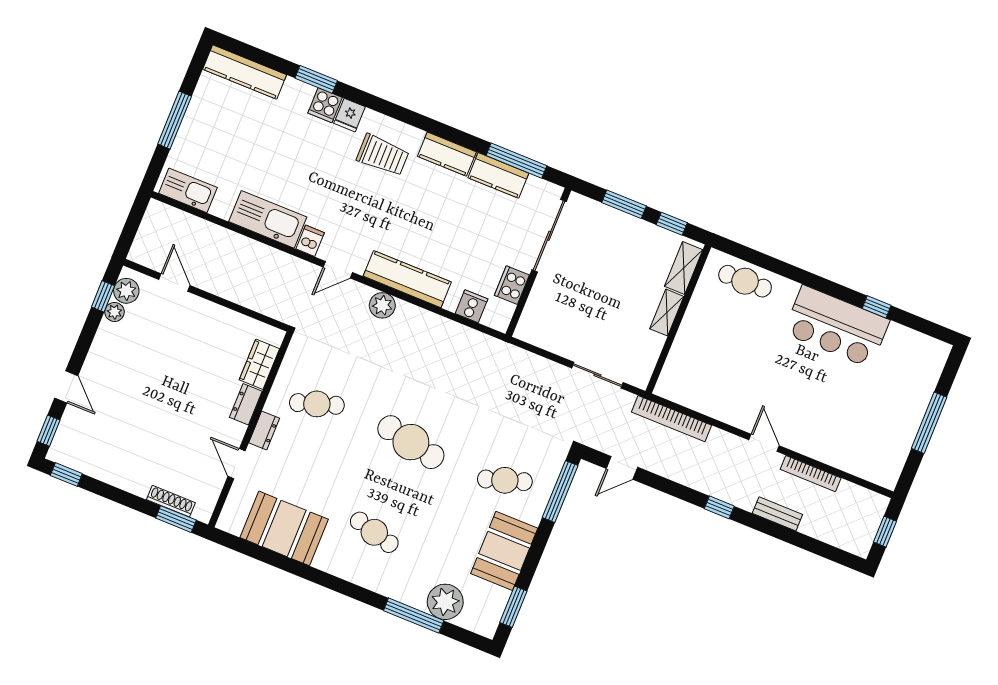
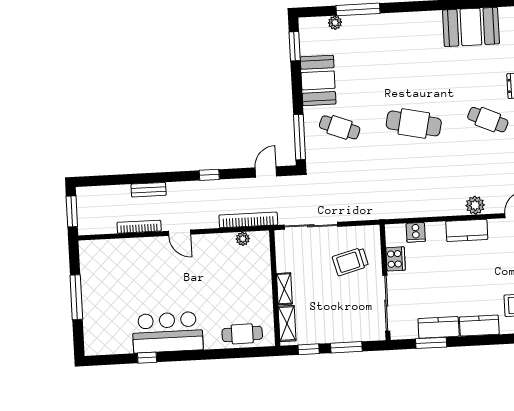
window: (516, 161) -> (431, 343), width x0.69
kitchen counter: (407, 279) -> (467, 230), width x0.67
trolley: (569, 308) -> (350, 262), added
sliding door: (598, 375) -> (311, 226), width x1.37
plant: (689, 399) -> (243, 239), added
cafe table: (317, 404) -> (488, 120), turned 42
cafe table: (505, 480) -> (340, 127), turned 39
window: (719, 507) -> (209, 175), moved
cafe table: (374, 532) -> (410, 52), removed
window: (885, 532) -> (72, 211), width x1.50
plant: (445, 602) -> (335, 23), width x0.53, depth x0.53

